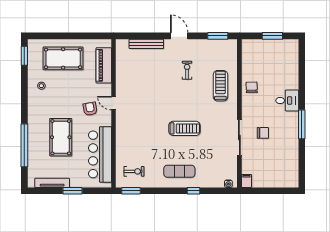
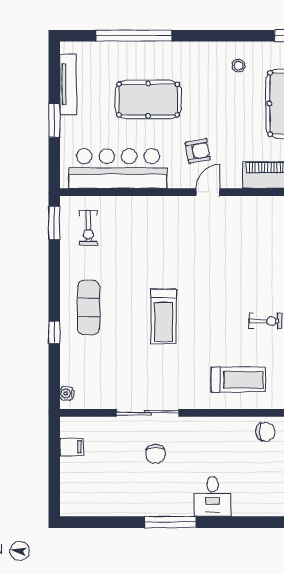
chair: (252, 87) -> (265, 432), moved
filing cabinet: (246, 181) -> (71, 447), moved

